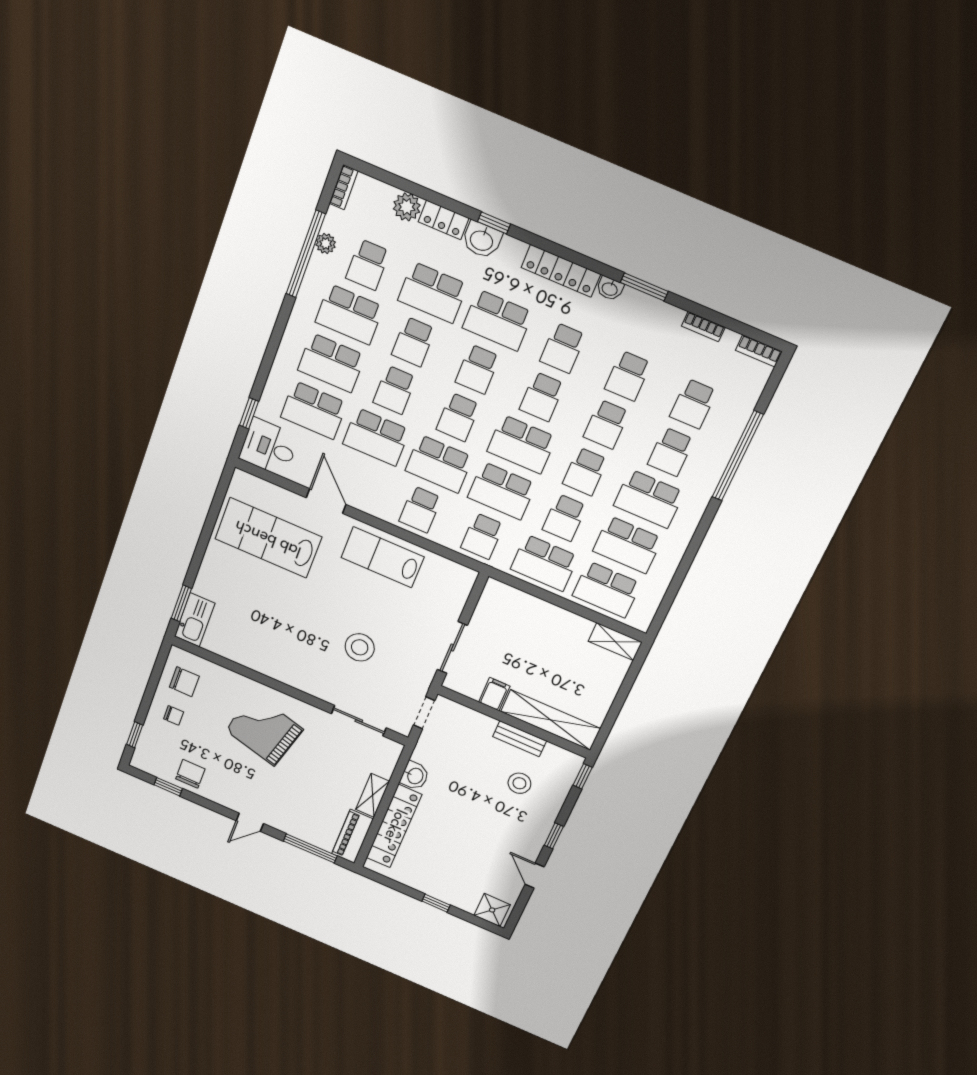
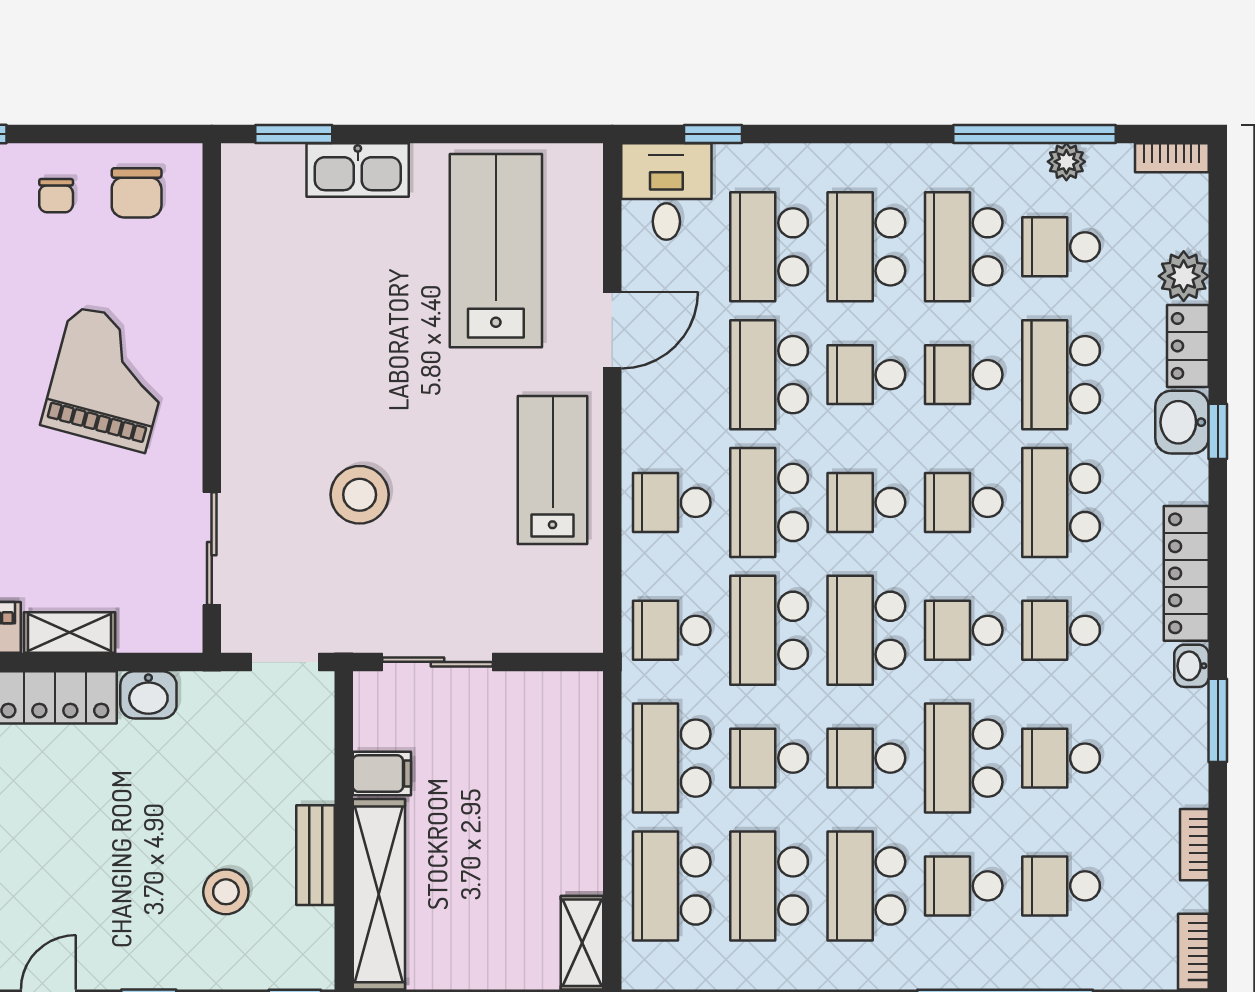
school desk: (606, 424) -> (964, 758), width x1.85
kitchen sink: (195, 620) -> (358, 170), moved

